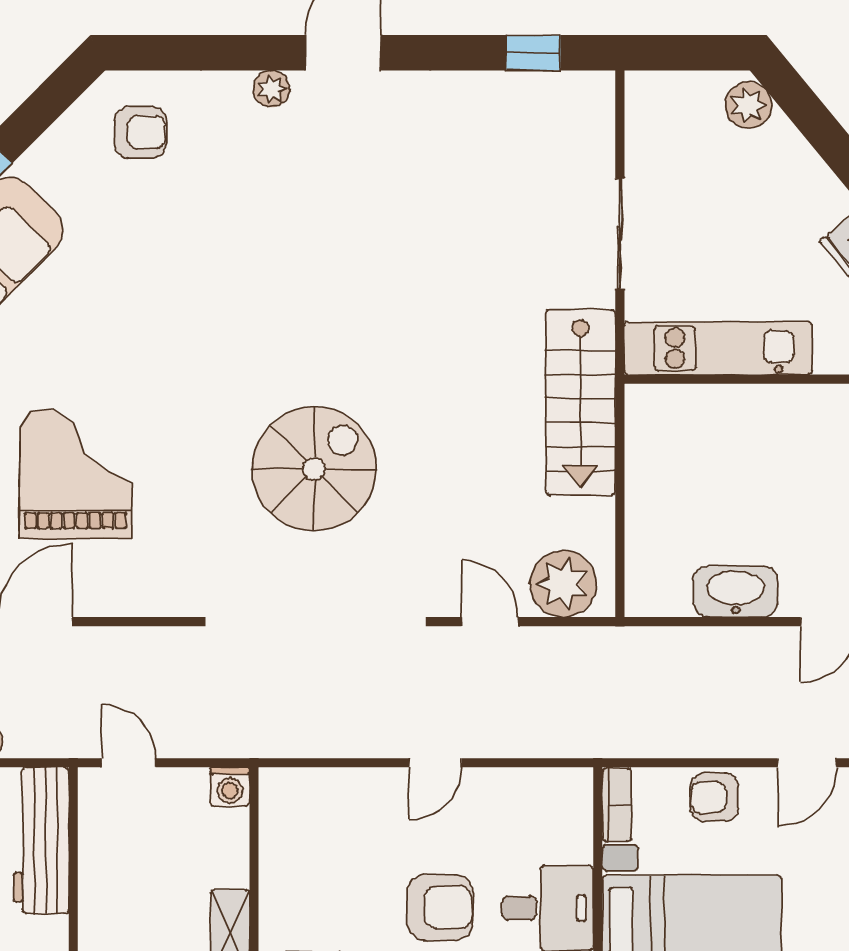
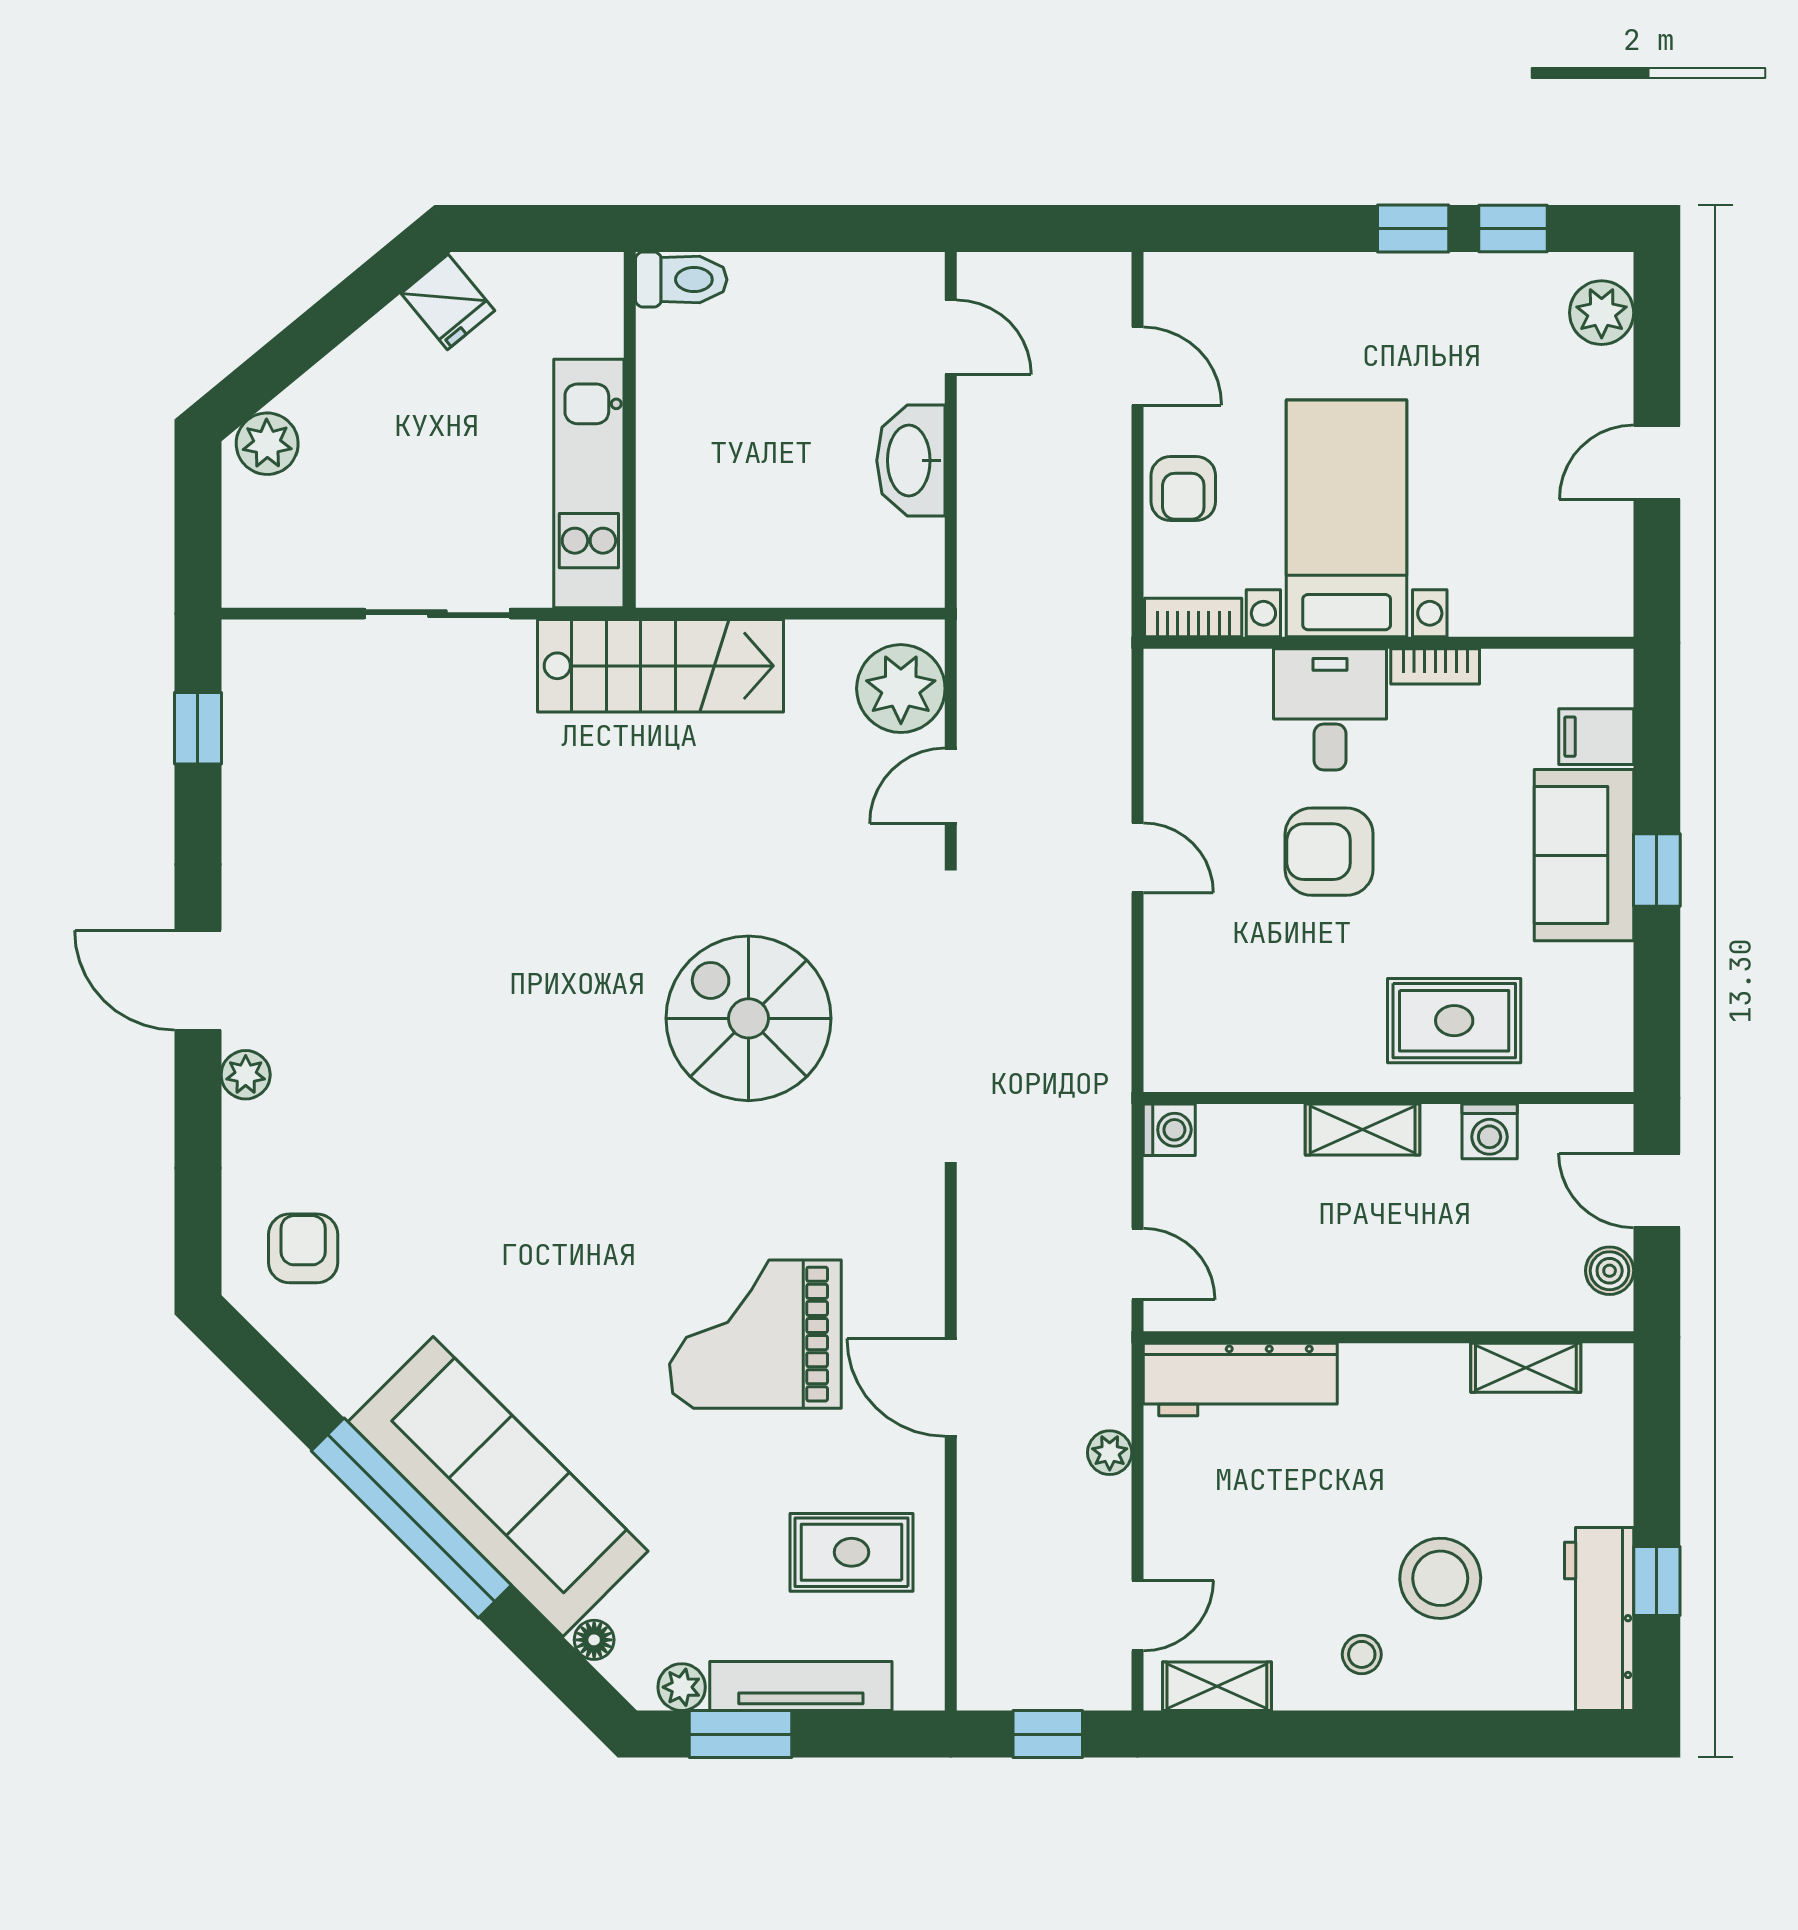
door: (129, 763) -> (1137, 1264), swing flipped
armchair: (440, 907) -> (1329, 852), turned -90

